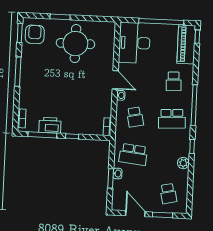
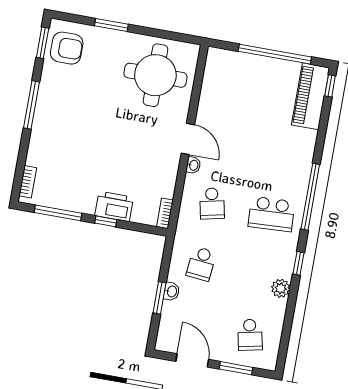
armchair: (35, 34) -> (67, 48), turned 90
desk: (134, 43) -> (227, 83), removed
round table: (75, 44) -> (155, 75), moved
school desk: (174, 81) -> (282, 154), removed
printer: (50, 125) -> (114, 206), moved
school desk: (133, 154) -> (201, 264), width x0.54

